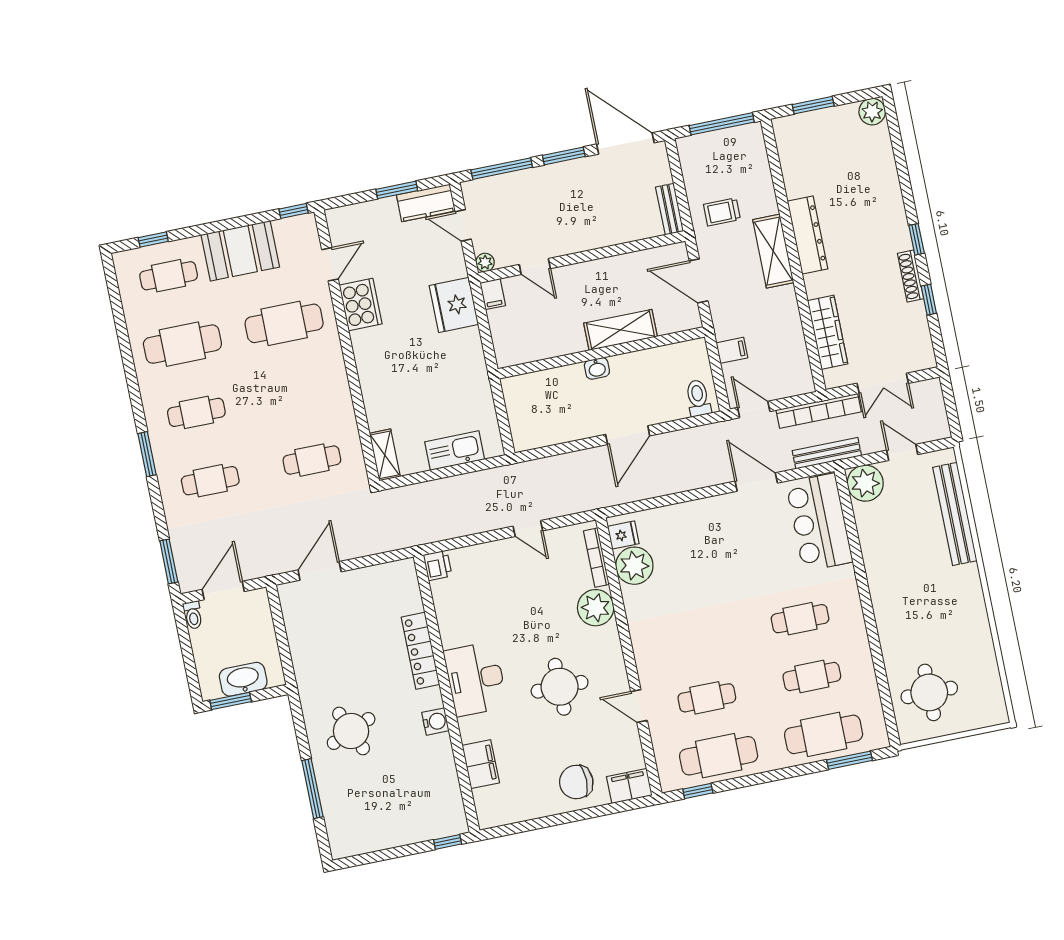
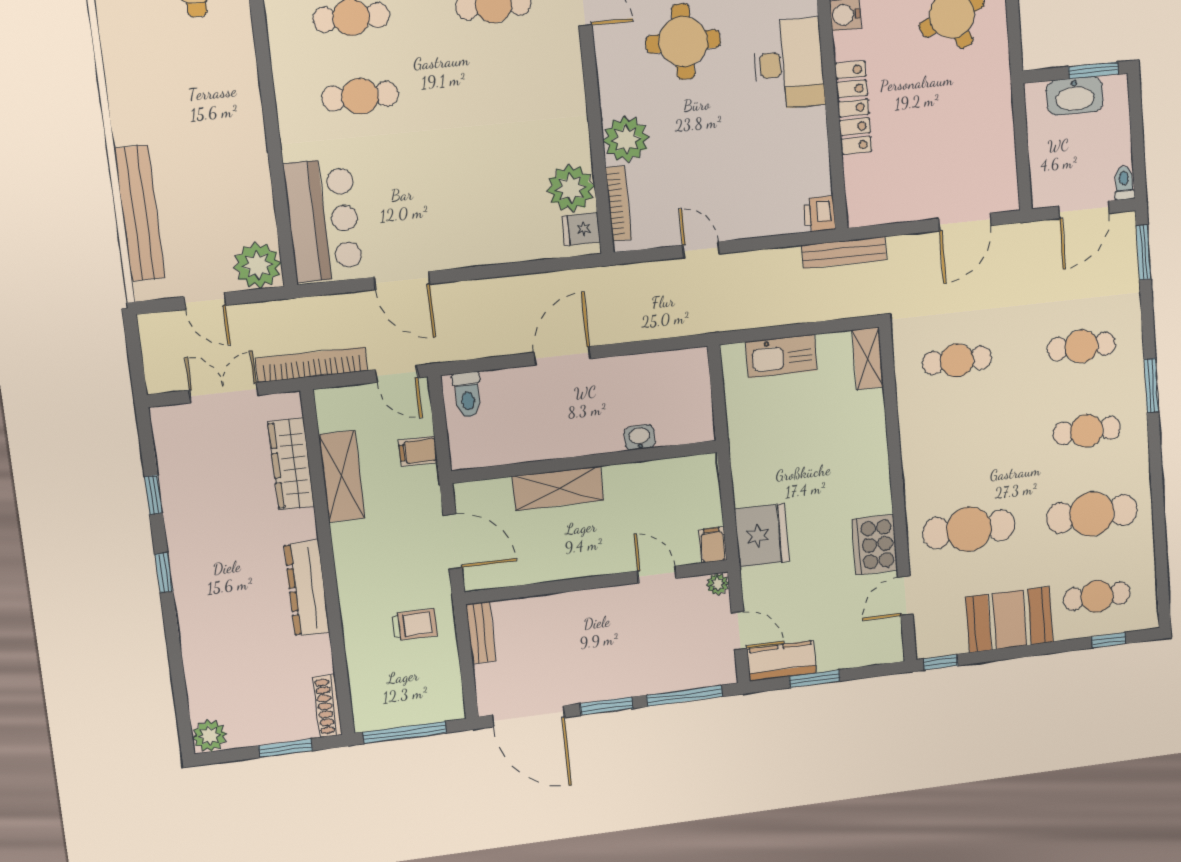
shelving: (773, 251) -> (342, 476), moved
shoe rack: (911, 276) -> (328, 706), moved, turned 180
washbasin: (597, 368) -> (640, 437), moved
bench: (827, 453) -> (844, 253), moved

